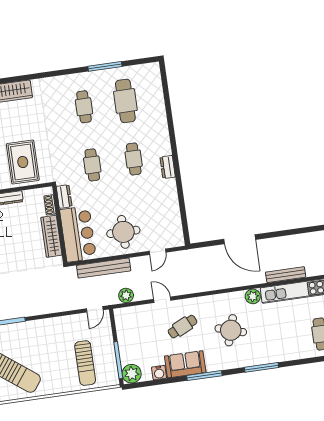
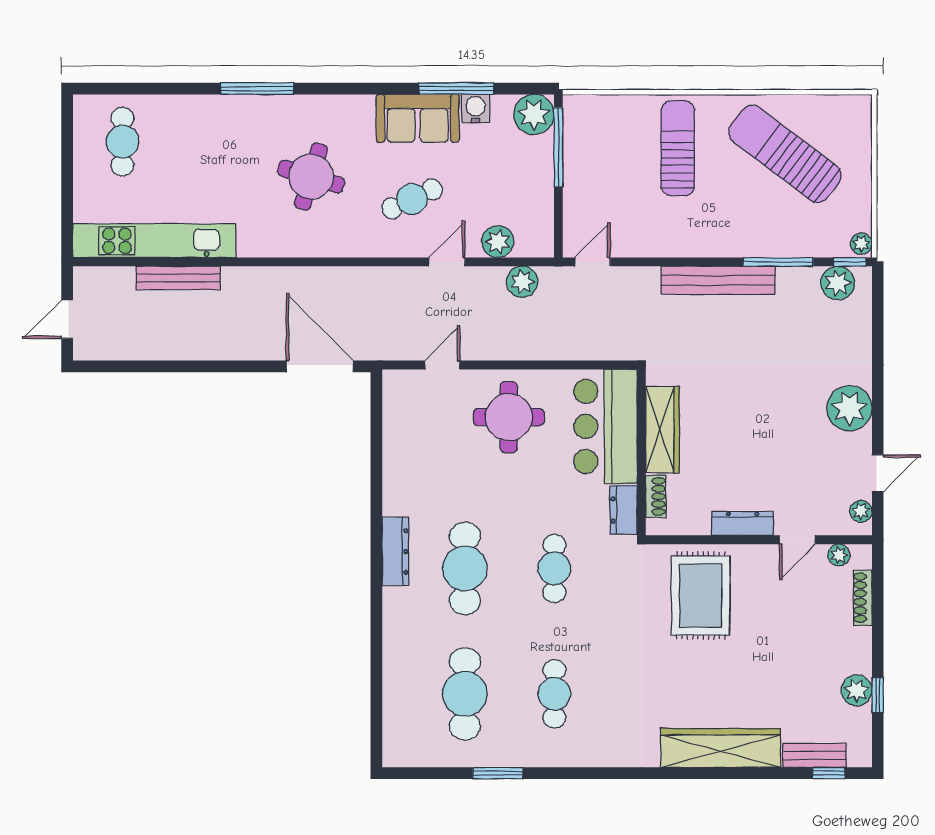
window: (105, 66) -> (498, 773), width x0.69
cafe table: (134, 159) -> (465, 568), width x1.37, depth x1.35
dresser: (168, 167) -> (395, 552), width x1.44
door: (240, 239) -> (320, 366), moved
bench: (104, 268) -> (718, 280), moved
plant: (253, 296) -> (498, 242), moved
door: (162, 300) -> (447, 262), swing flipped
sun lounger: (85, 363) -> (678, 148), moved
window: (204, 376) -> (456, 89), moved

